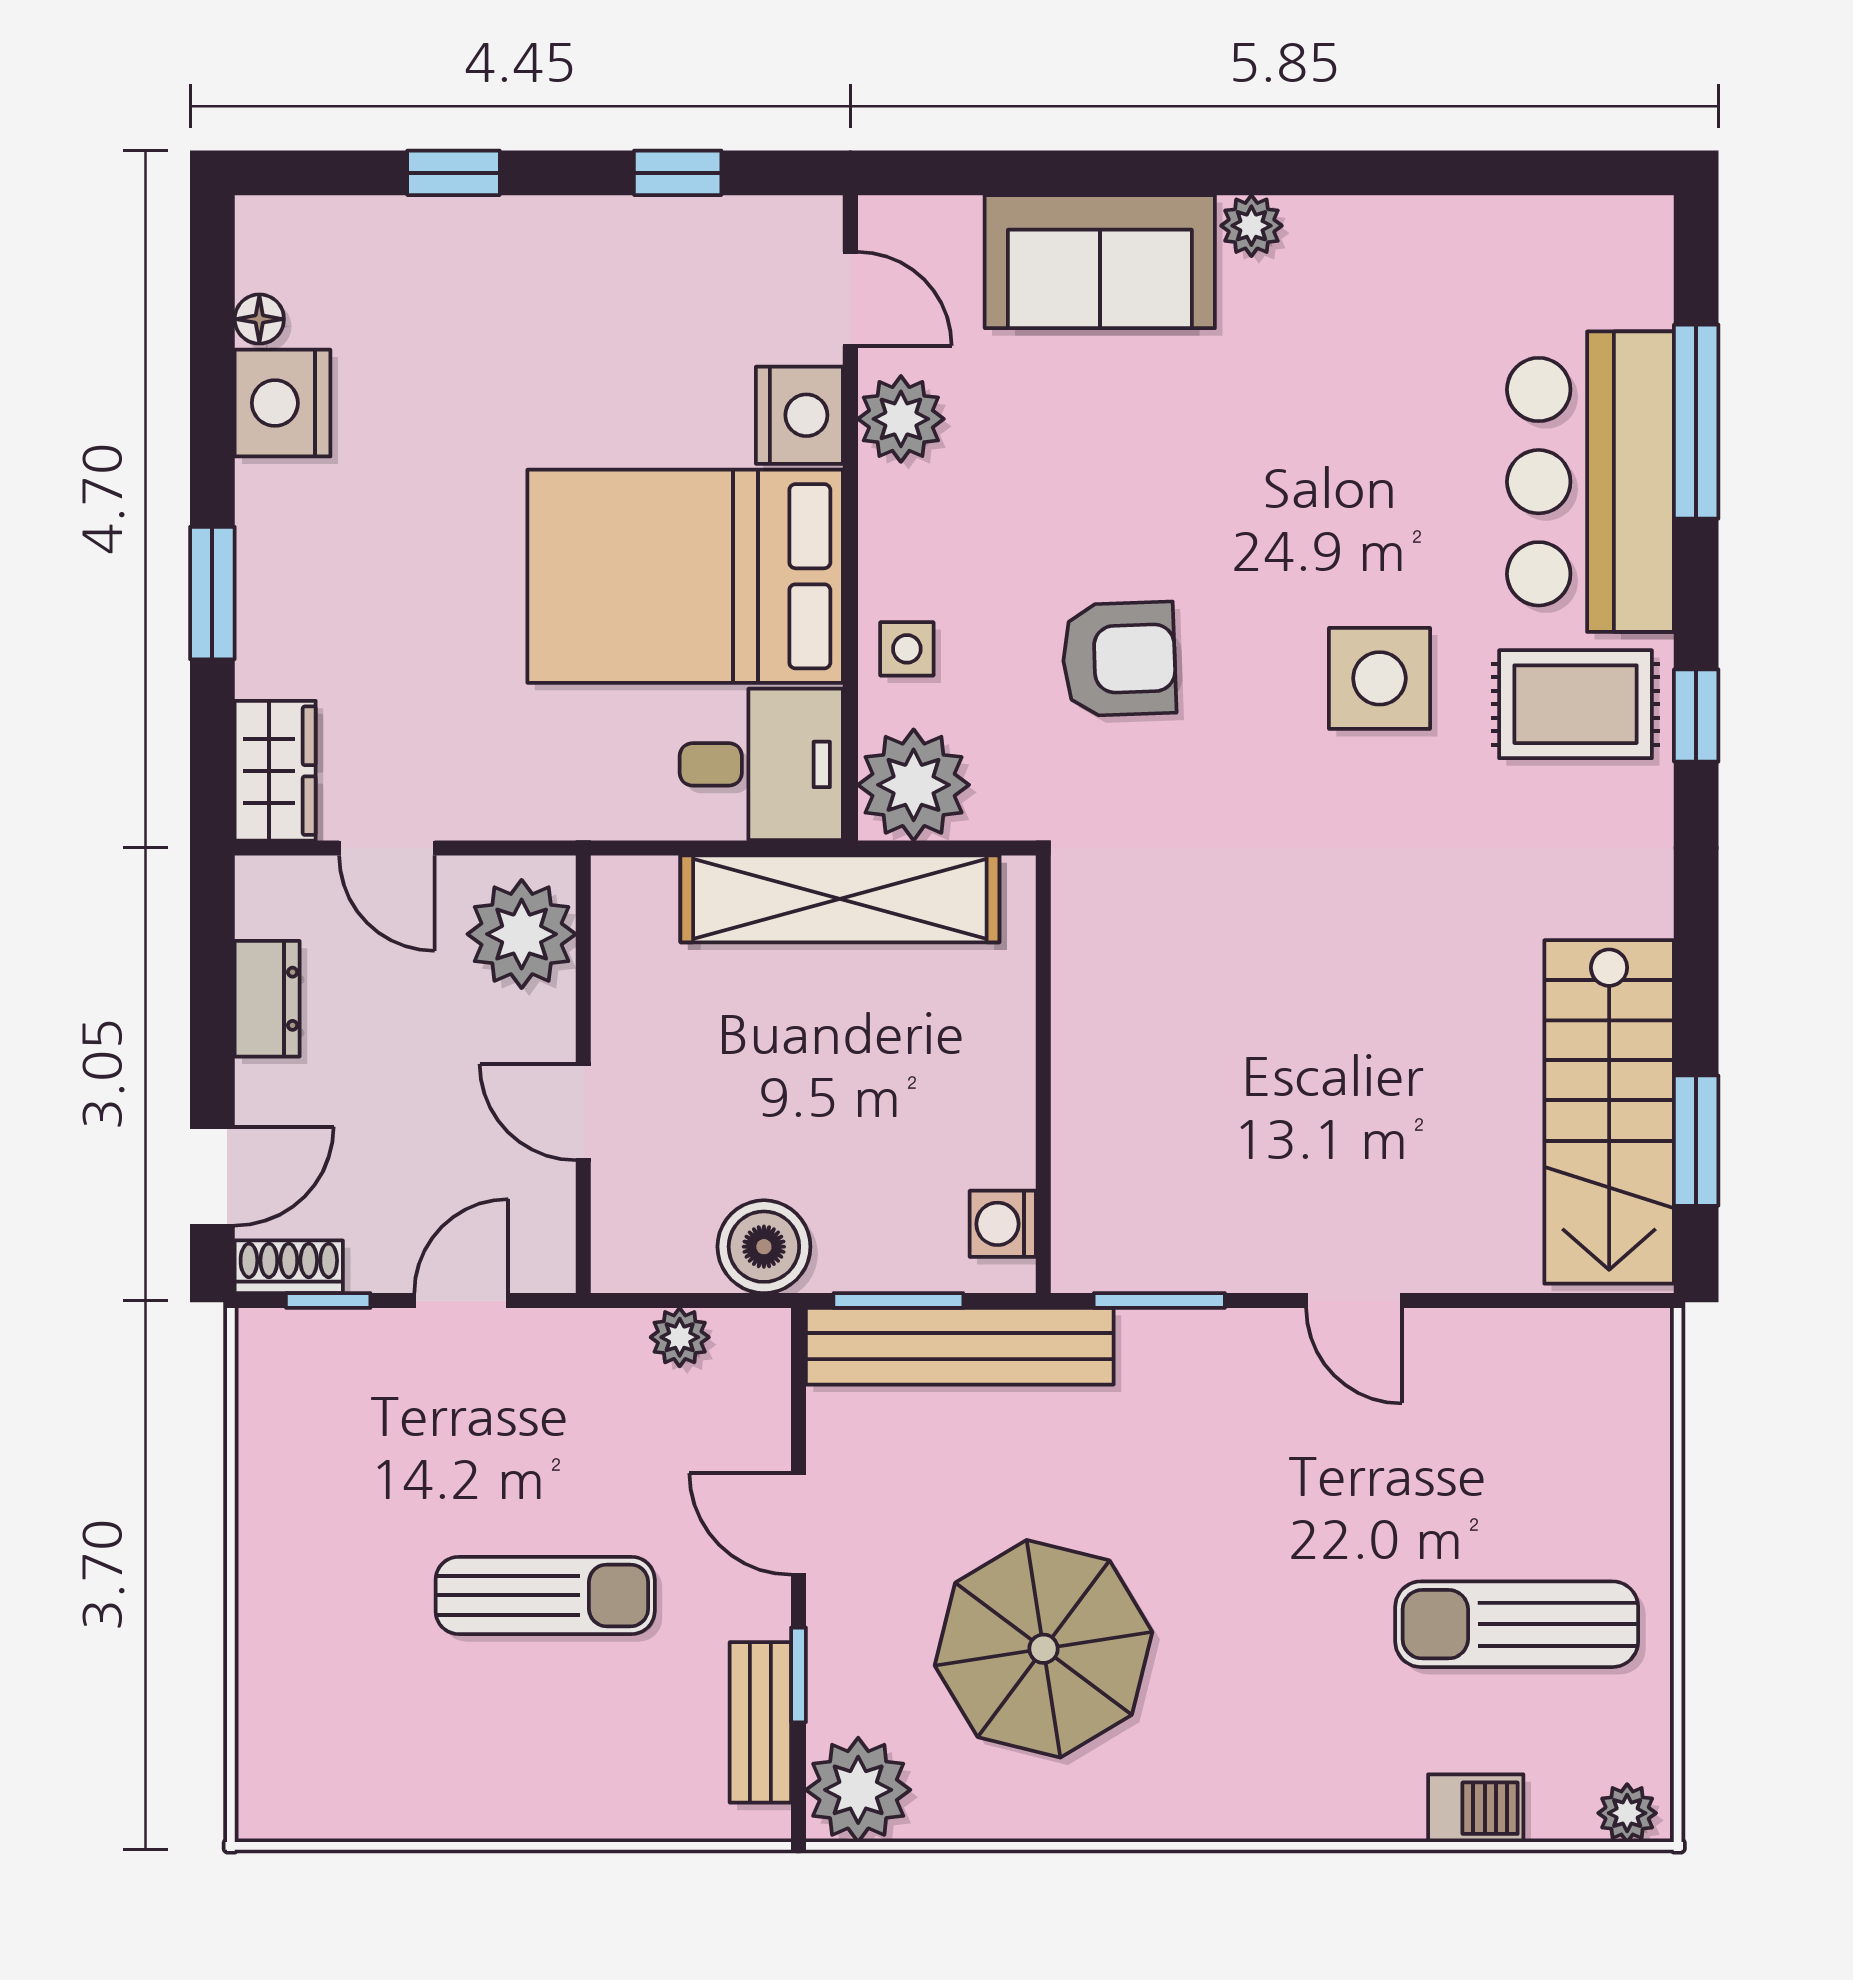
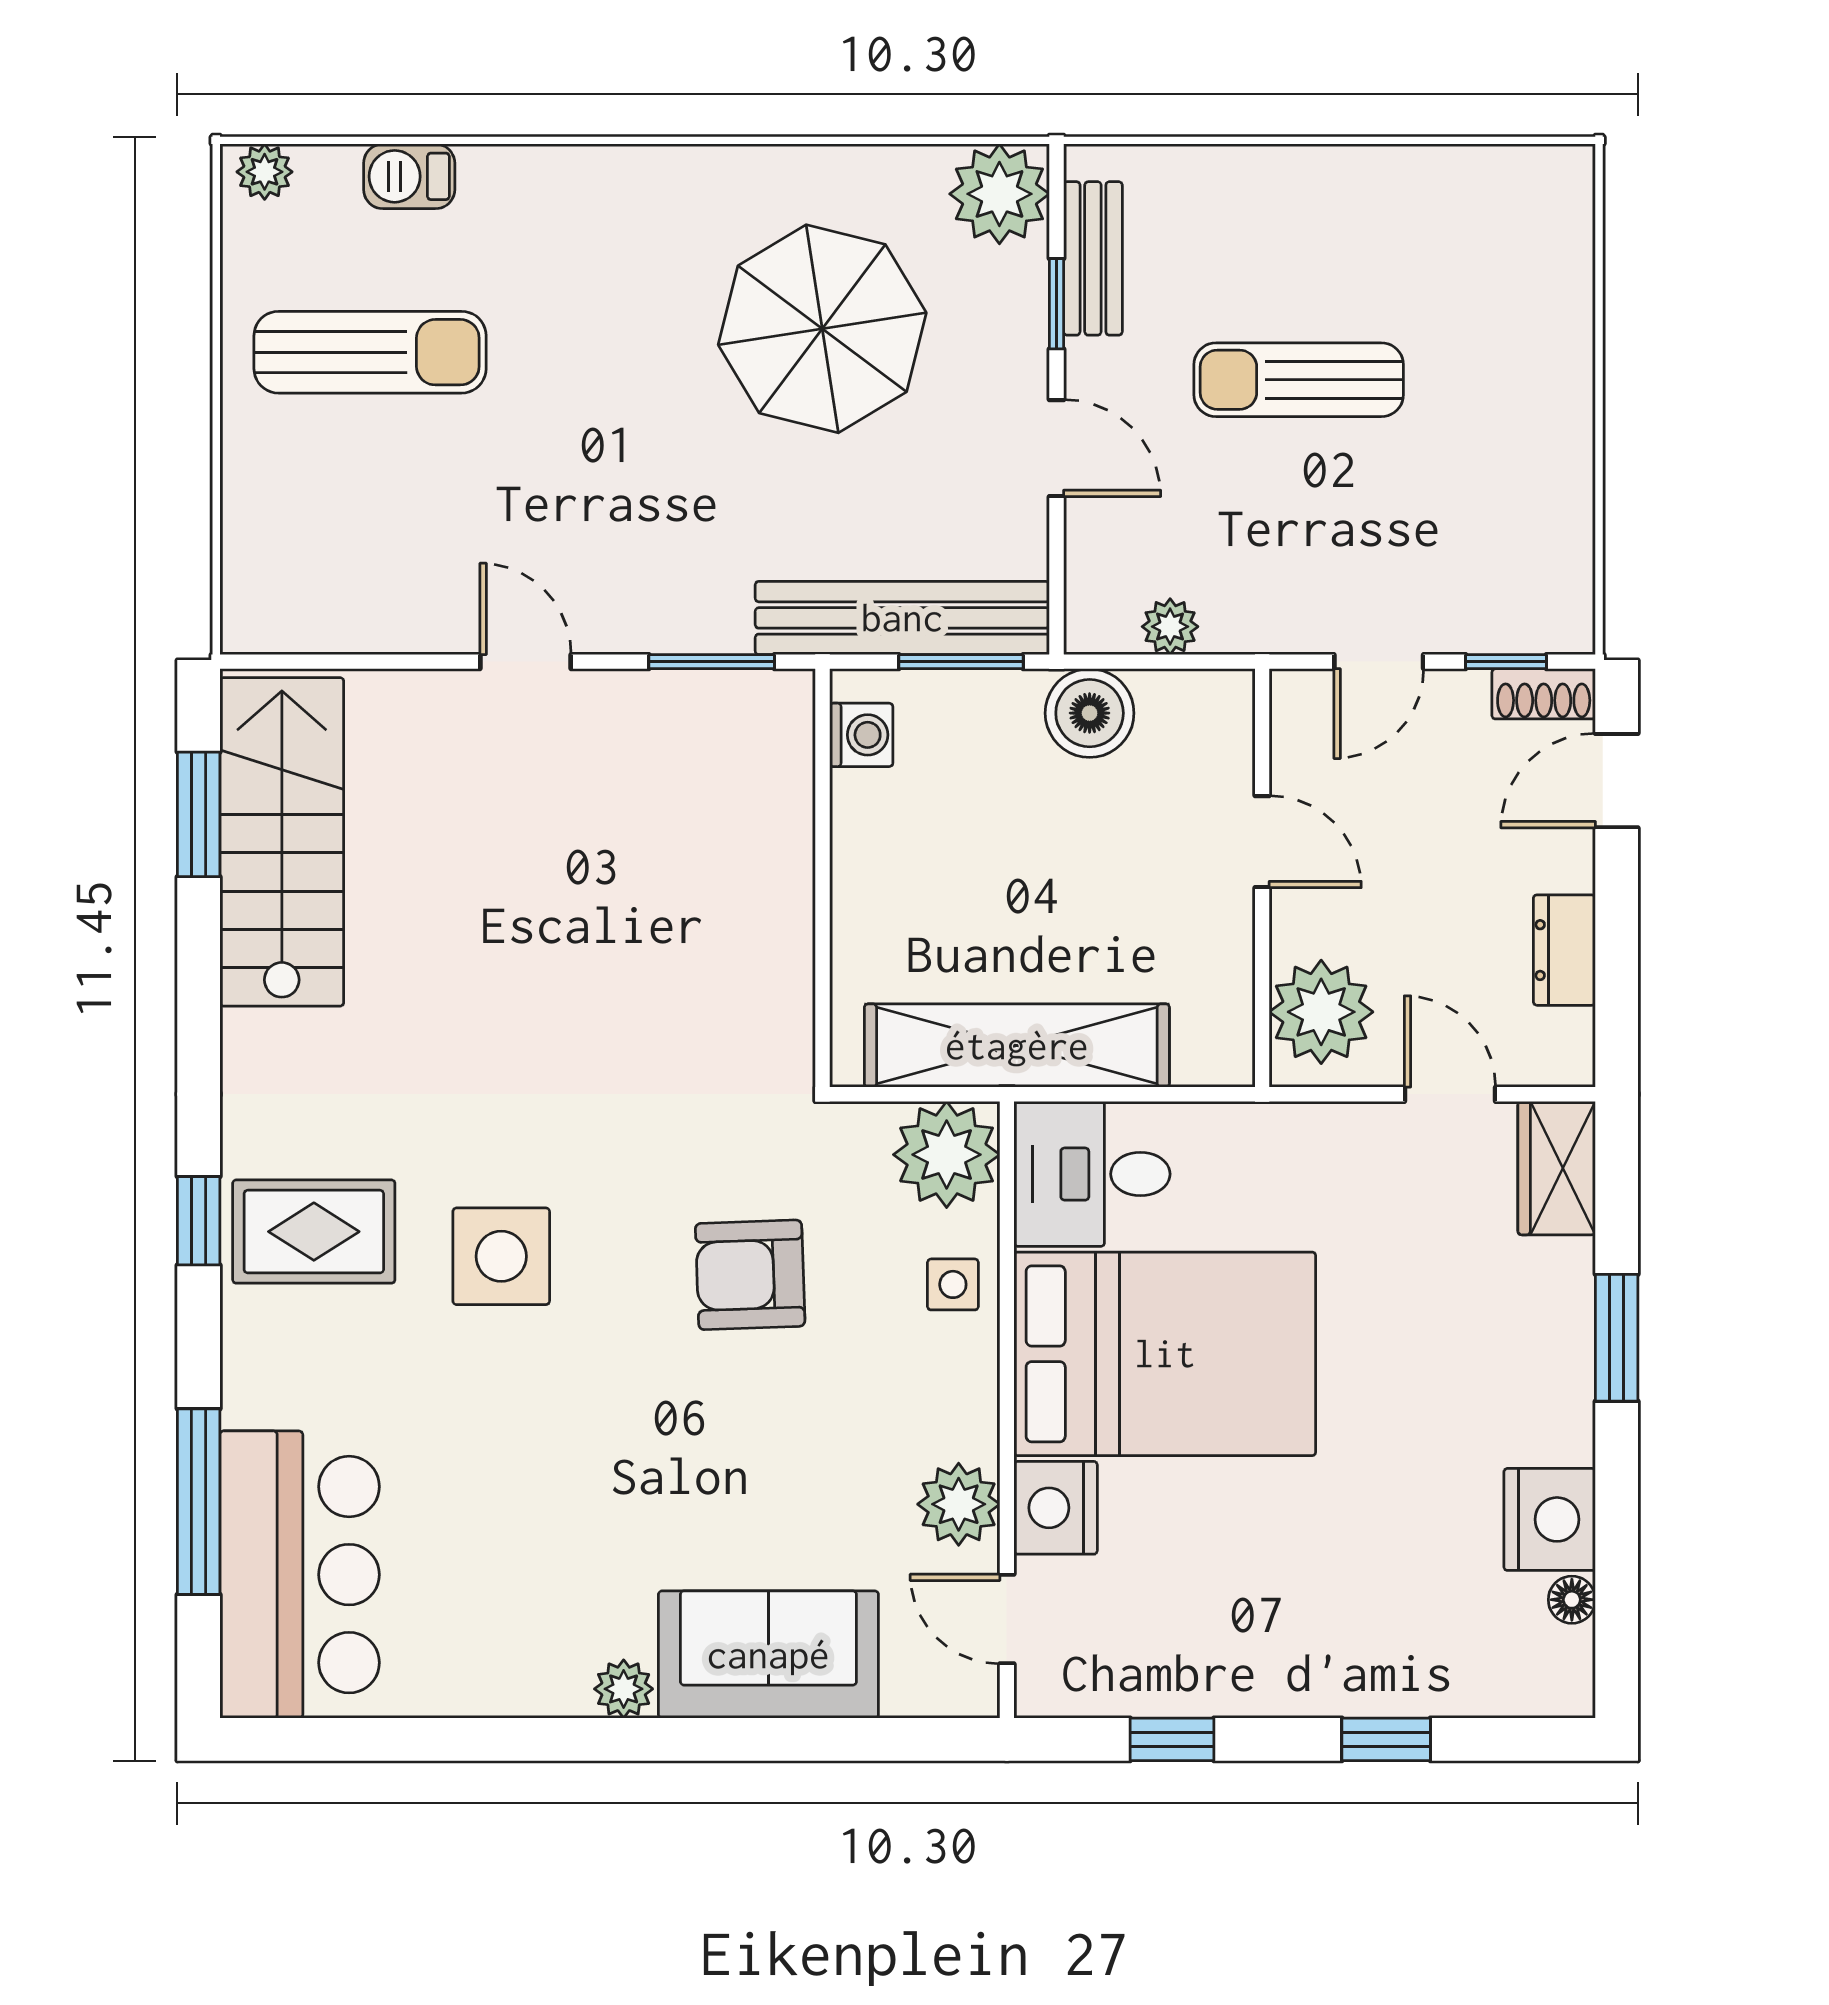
bar counter: (1590, 482) -> (300, 1575), moved

